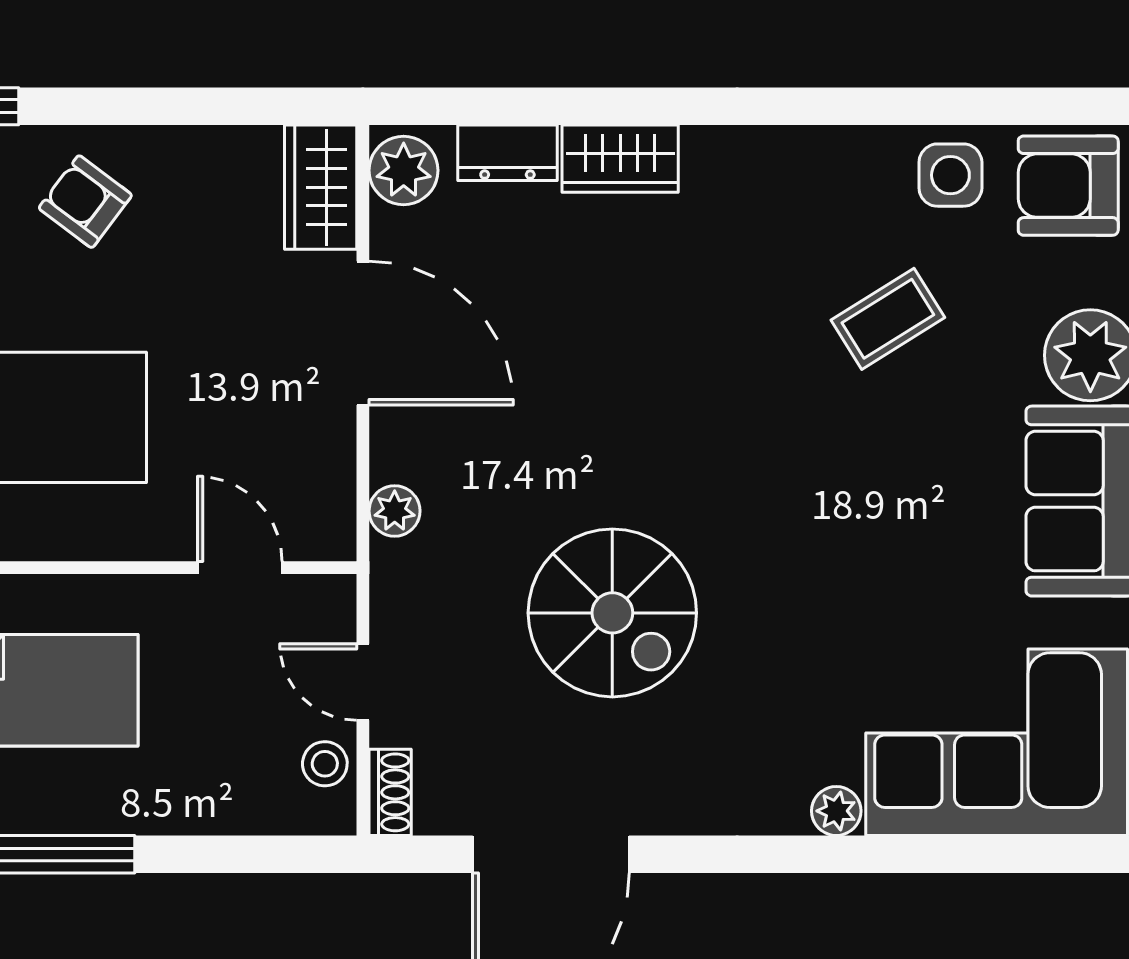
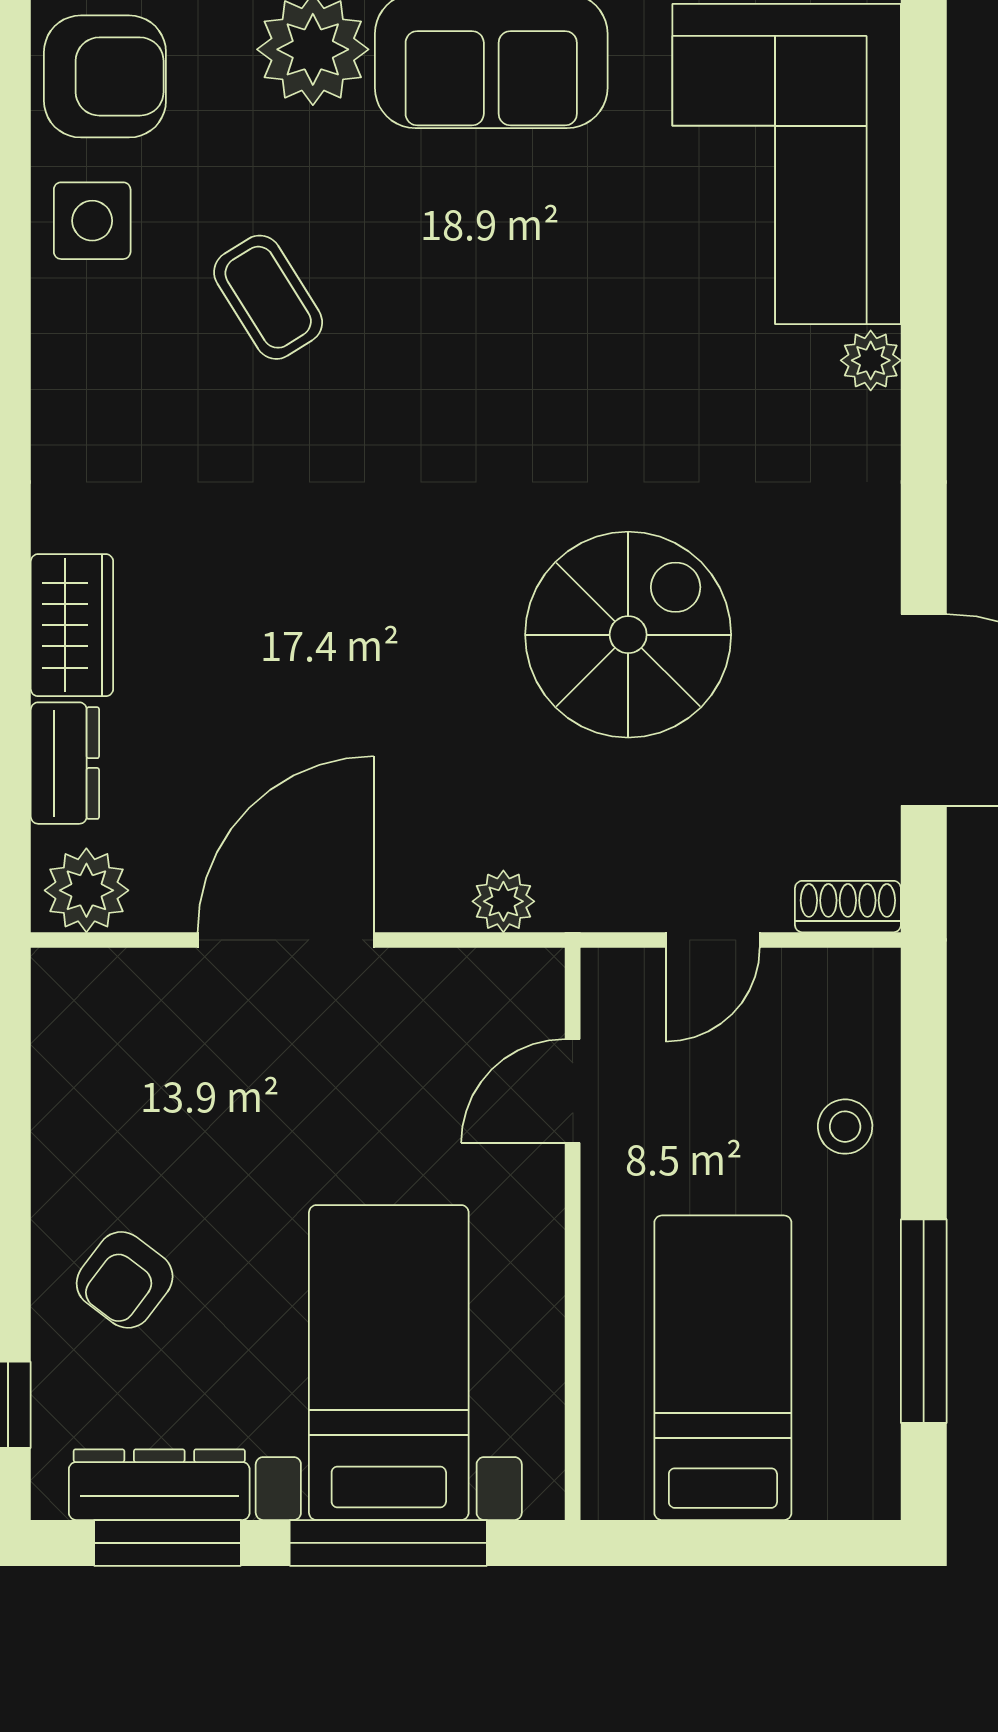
armchair: (1068, 186) -> (105, 76), turned -90
wardrobe: (321, 187) -> (107, 992), removed
stool: (325, 764) -> (845, 1127), moved

